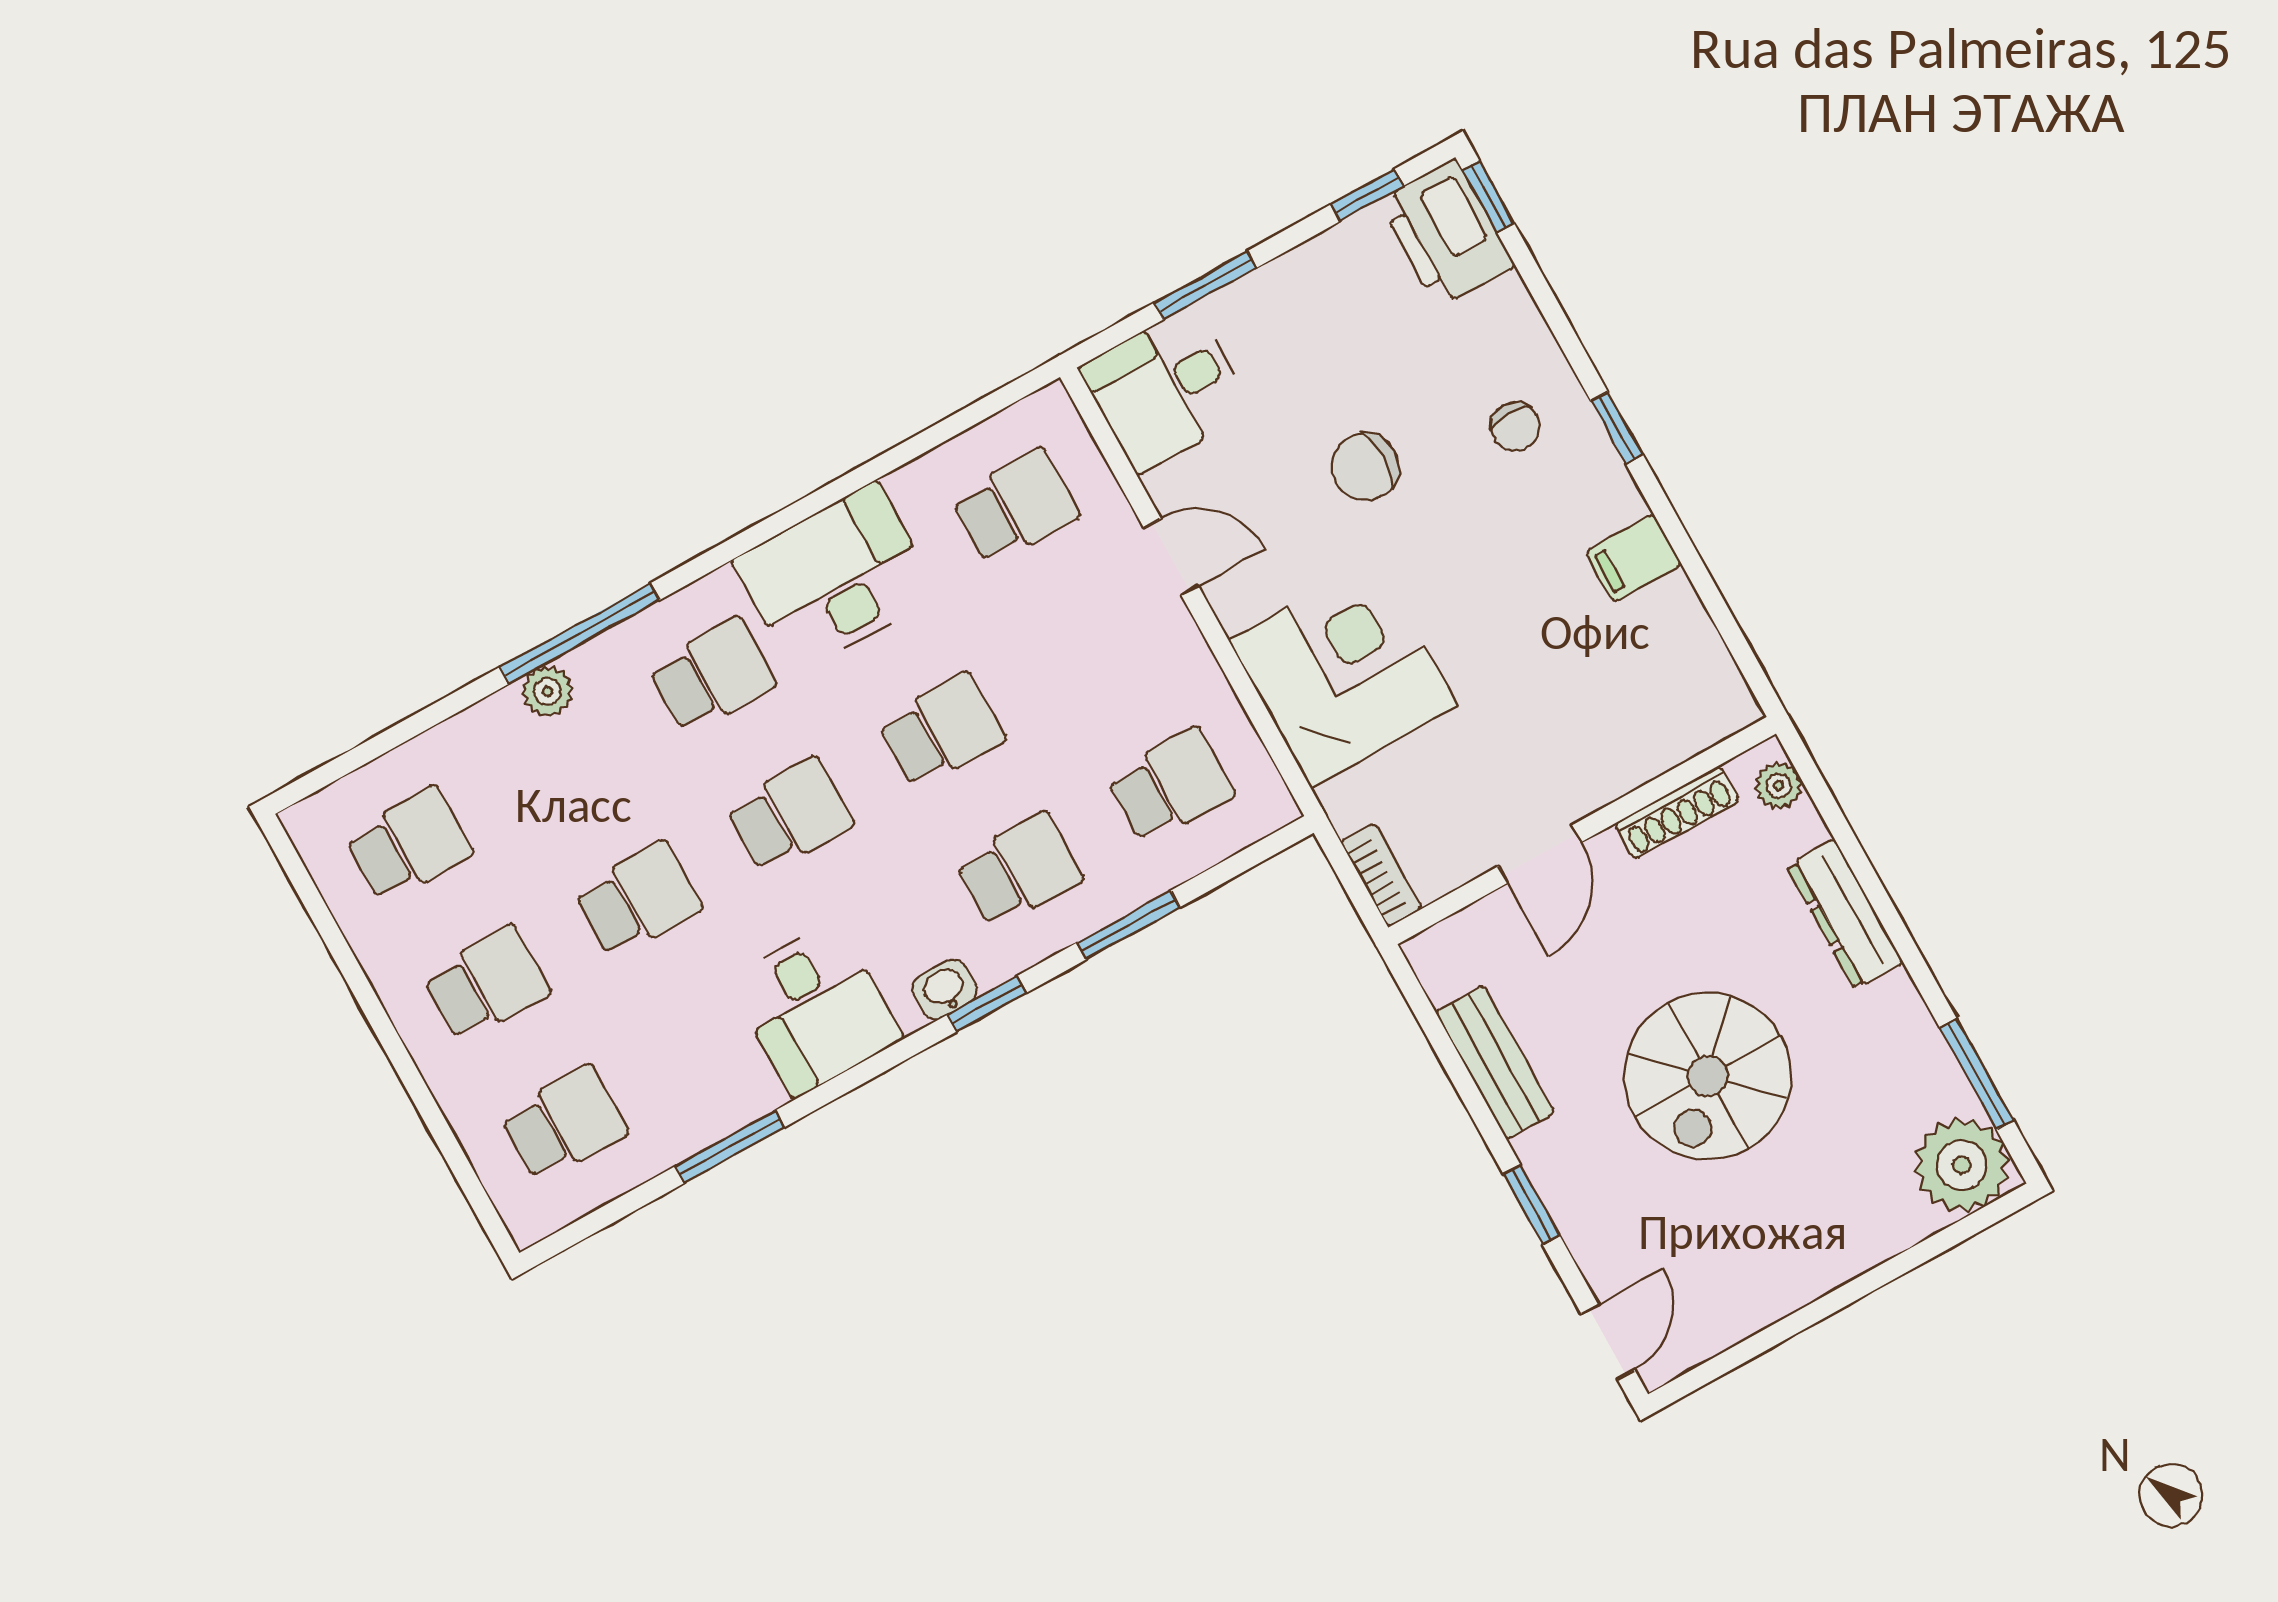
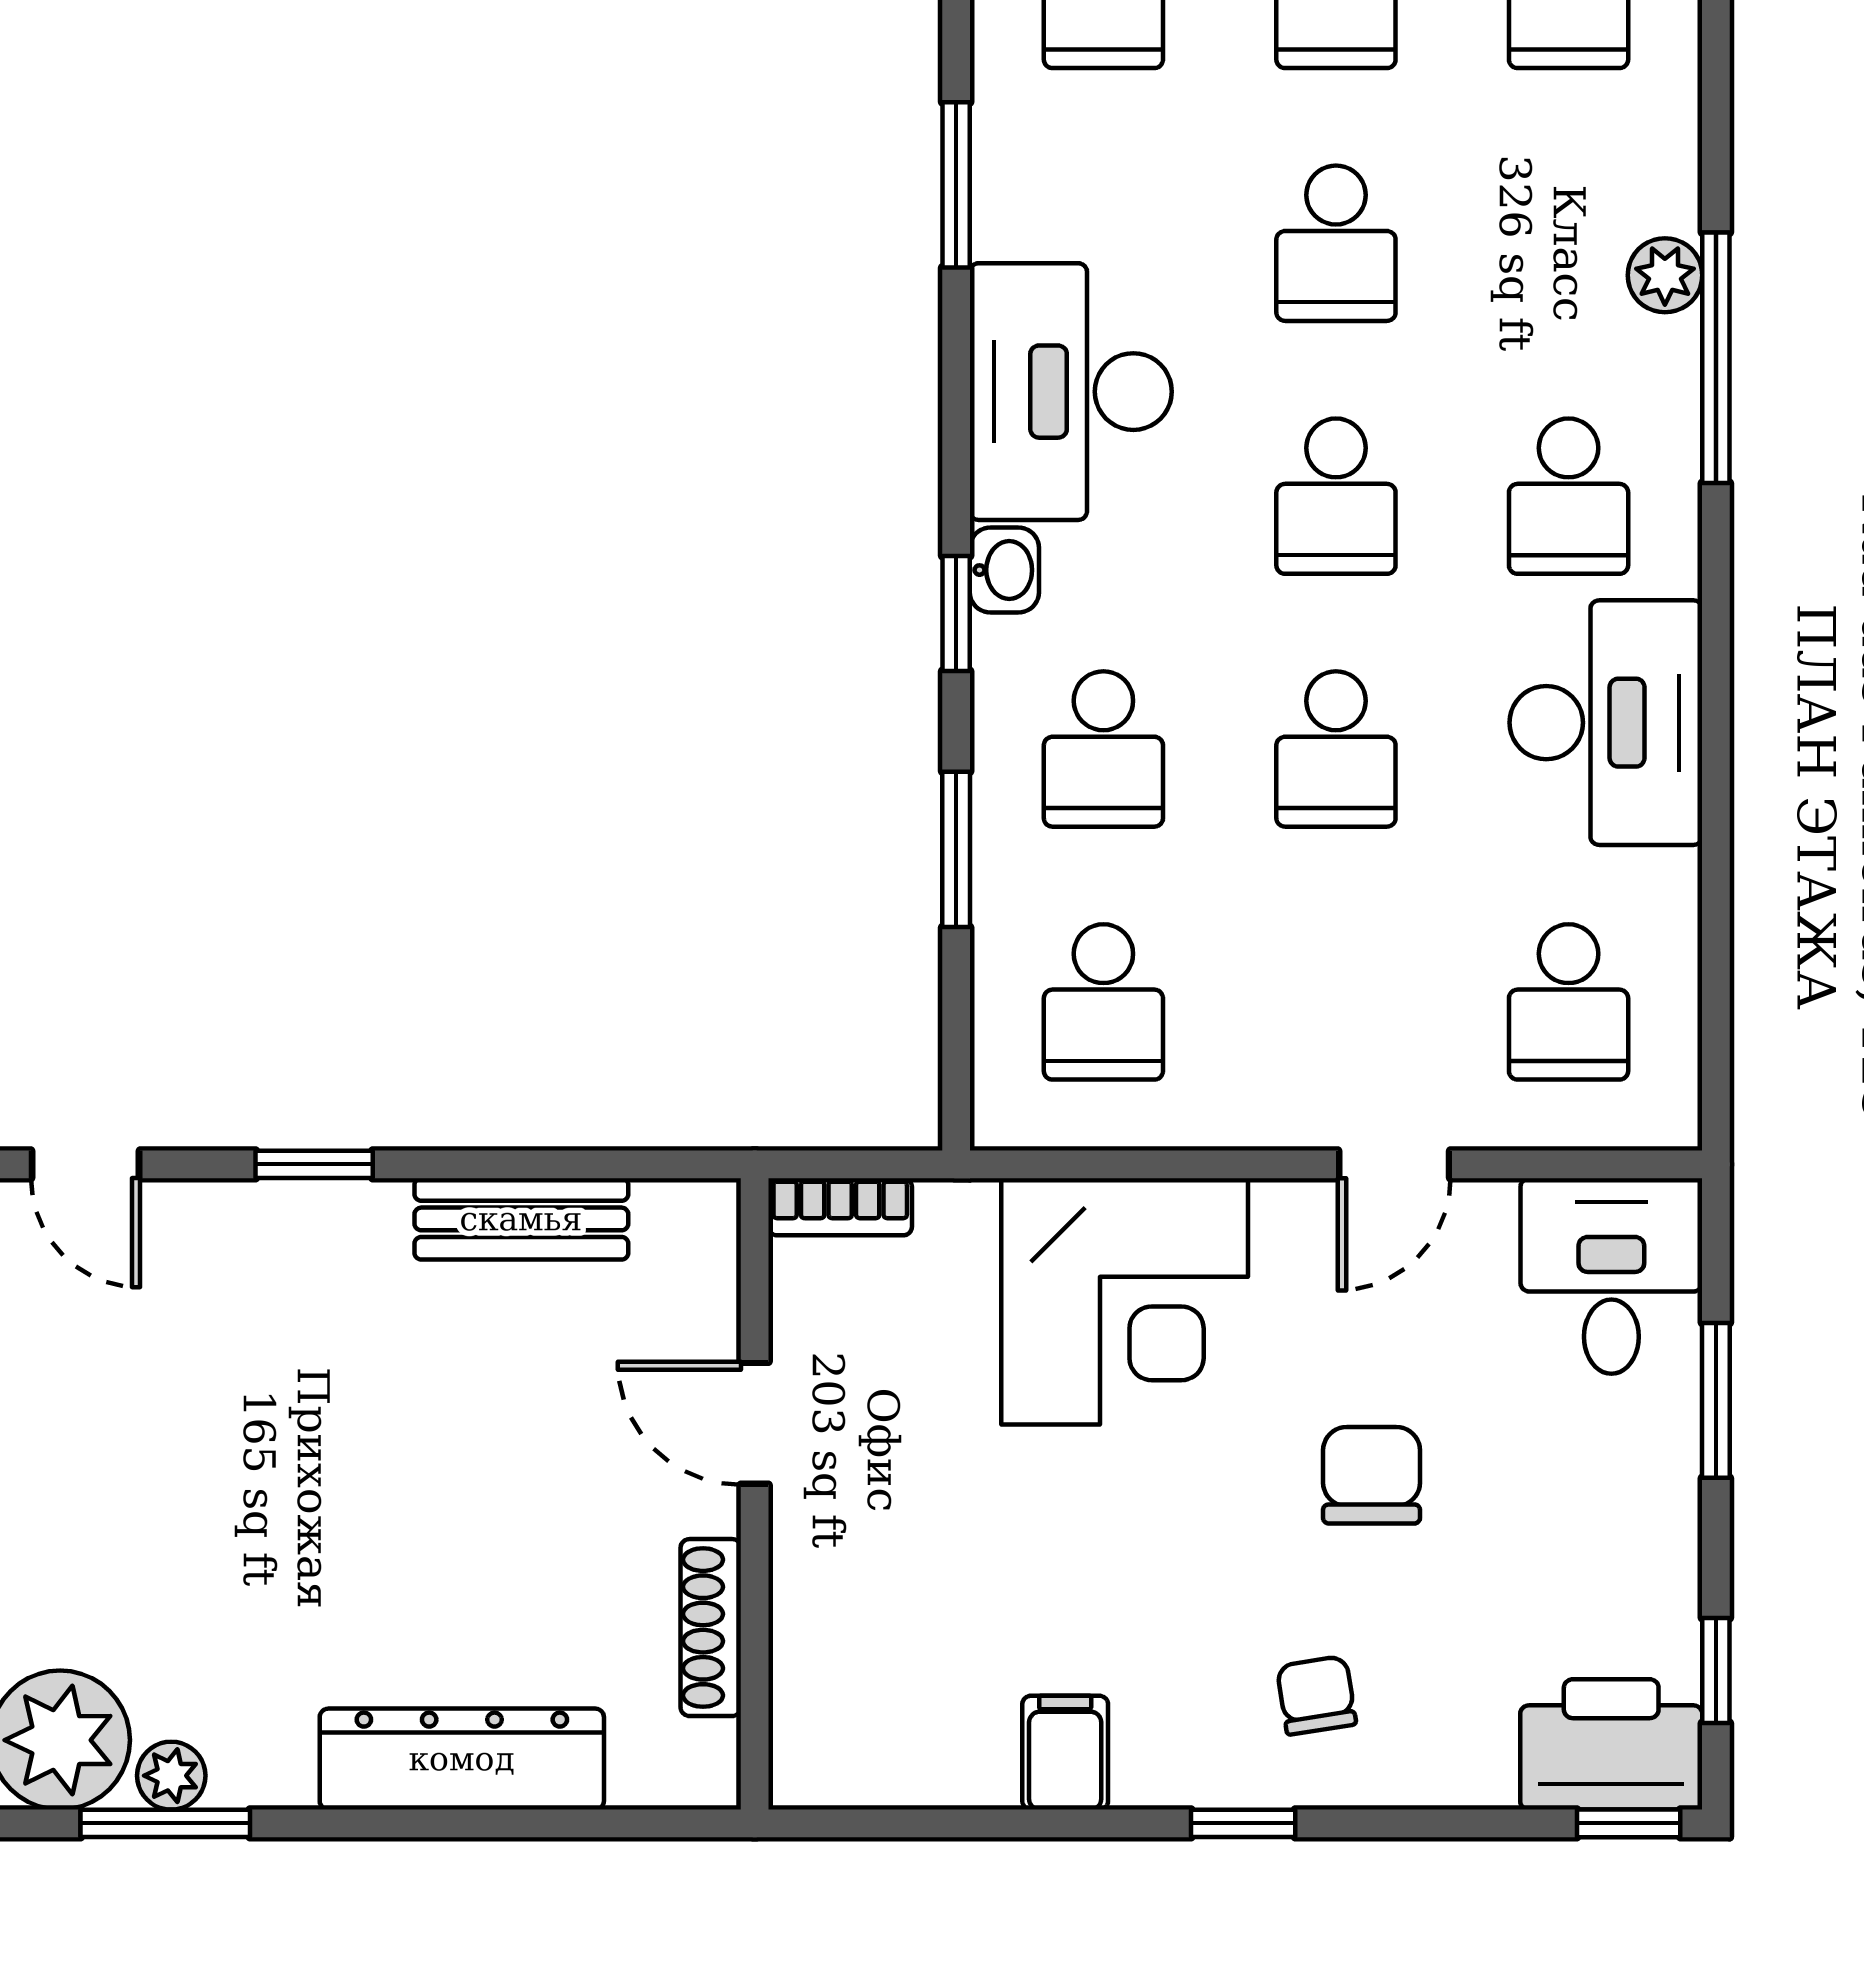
chair: (1515, 426) -> (1316, 1695), turned 81
plant: (1778, 786) -> (171, 1776), moved
dresser: (1845, 914) -> (462, 1759), width x1.37, depth x1.24
desk: (816, 1009) -> (1071, 392), width x1.37
spiral stairs: (1708, 1076) -> (353, 1480), removed

